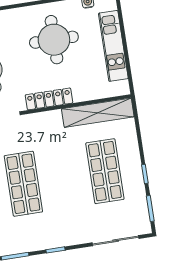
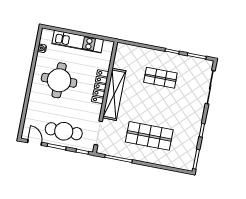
locker: (49, 99) -> (100, 87), moved
shelving: (98, 113) -> (114, 94), moved
shop shelf: (105, 171) -> (160, 78), width x0.70, depth x0.74

